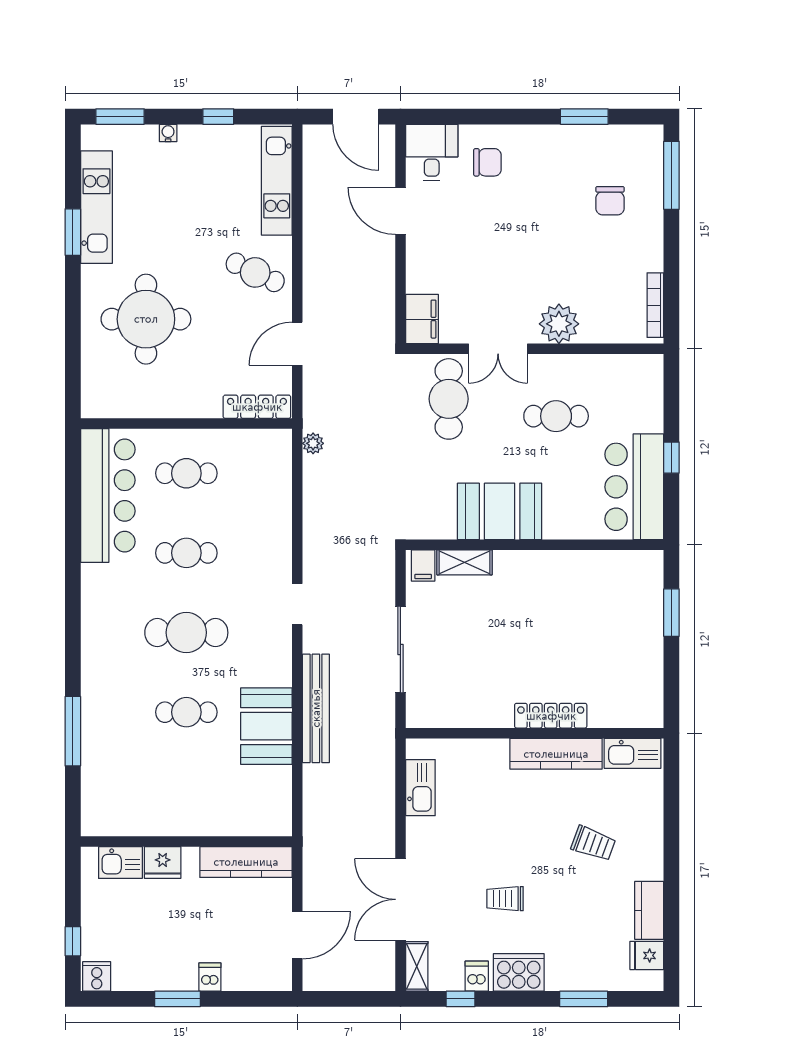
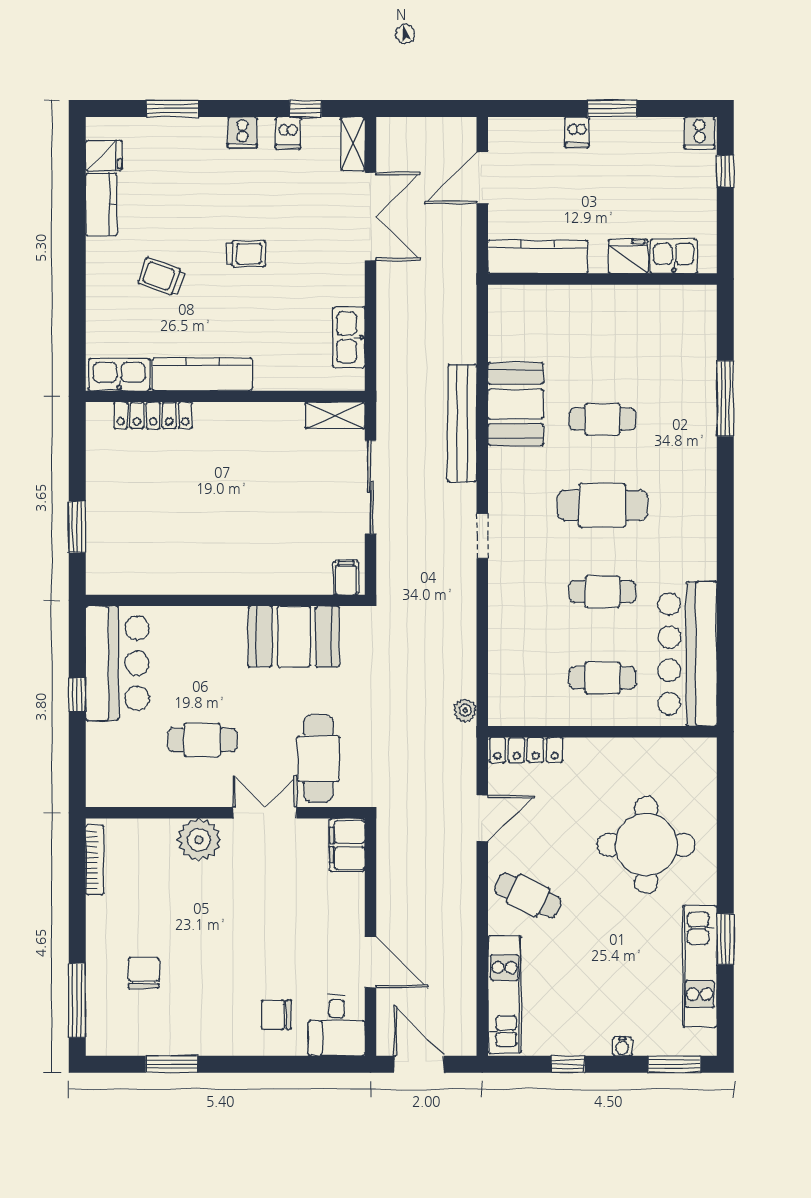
booth: (500, 511) -> (294, 637), moved
shelving: (465, 562) -> (335, 415), moved
locker: (551, 716) -> (153, 415), moved
trolley: (505, 899) -> (246, 254), moved
cooker: (519, 972) -> (242, 132), width x0.53, depth x0.76

